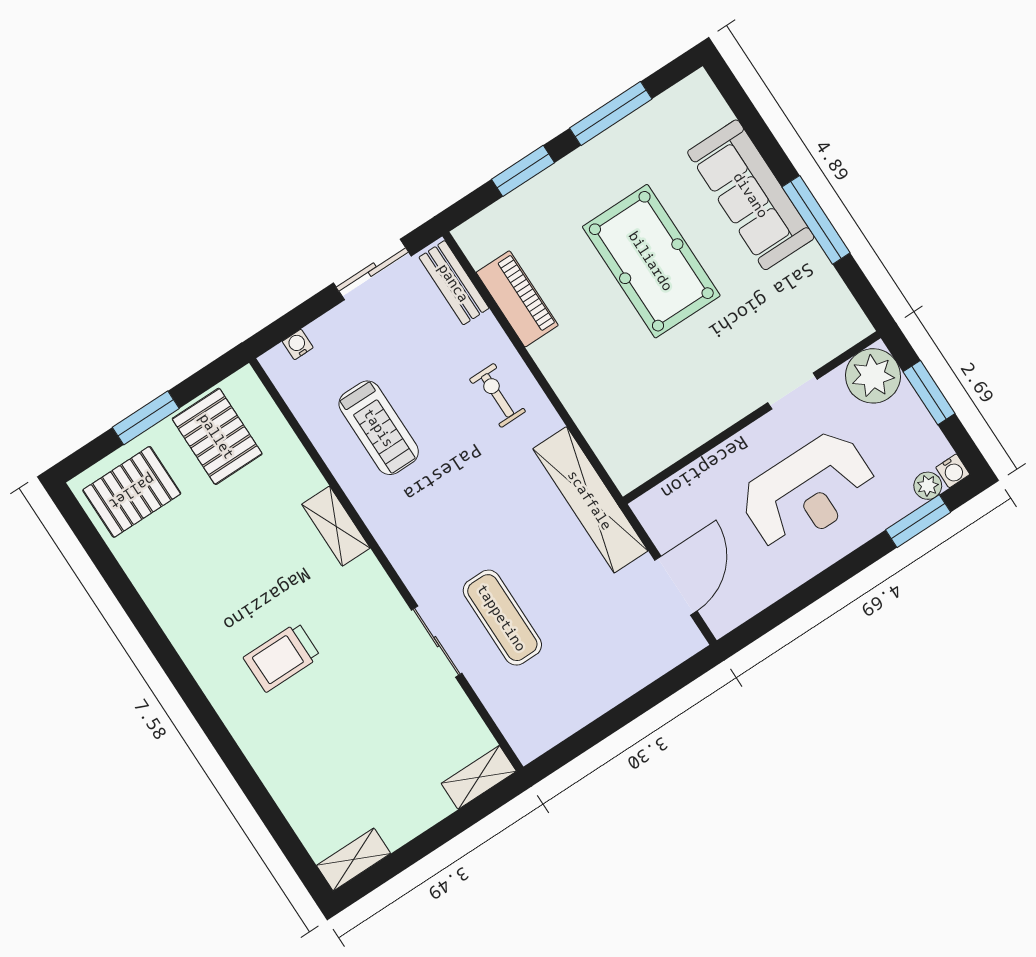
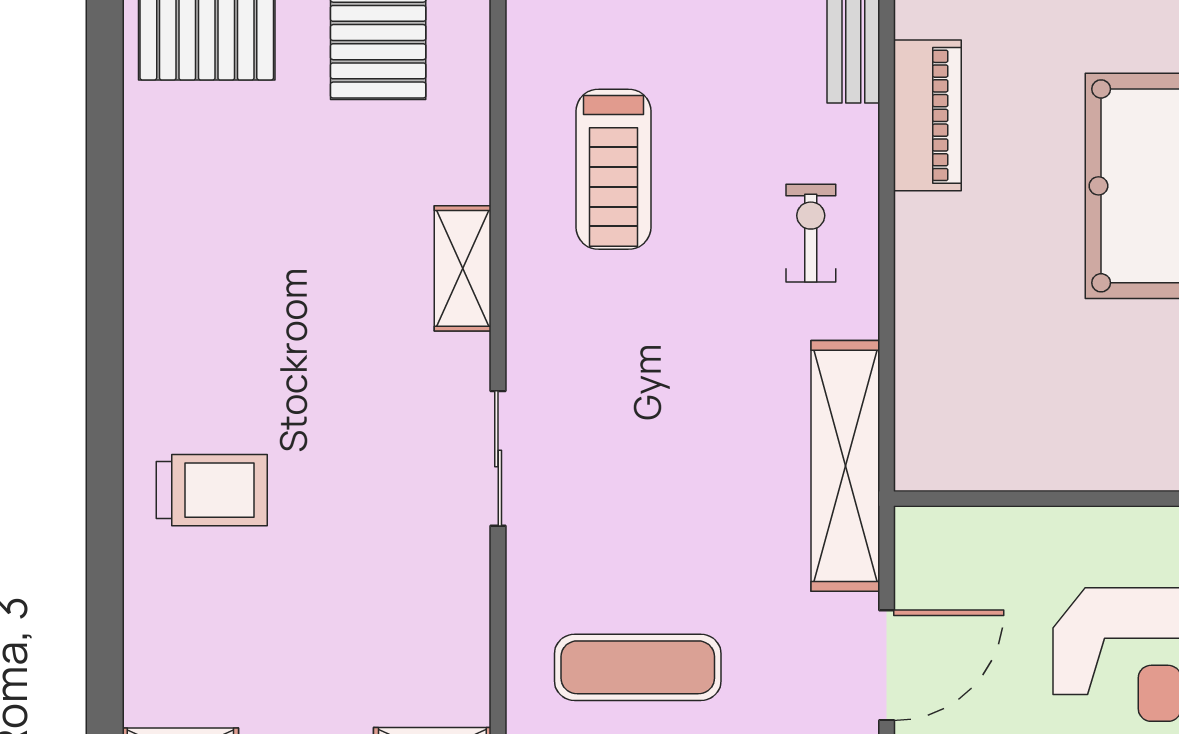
exercise mat: (502, 618) -> (638, 667), moved, turned 90
sliding door: (437, 642) -> (498, 458), moved
trolley: (282, 657) -> (212, 490), moved, turned 180

